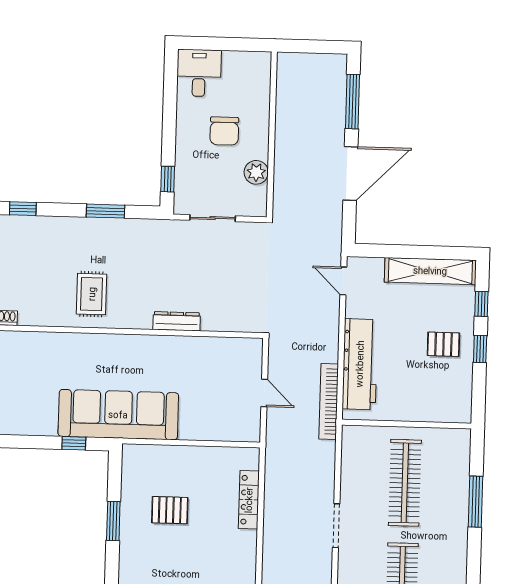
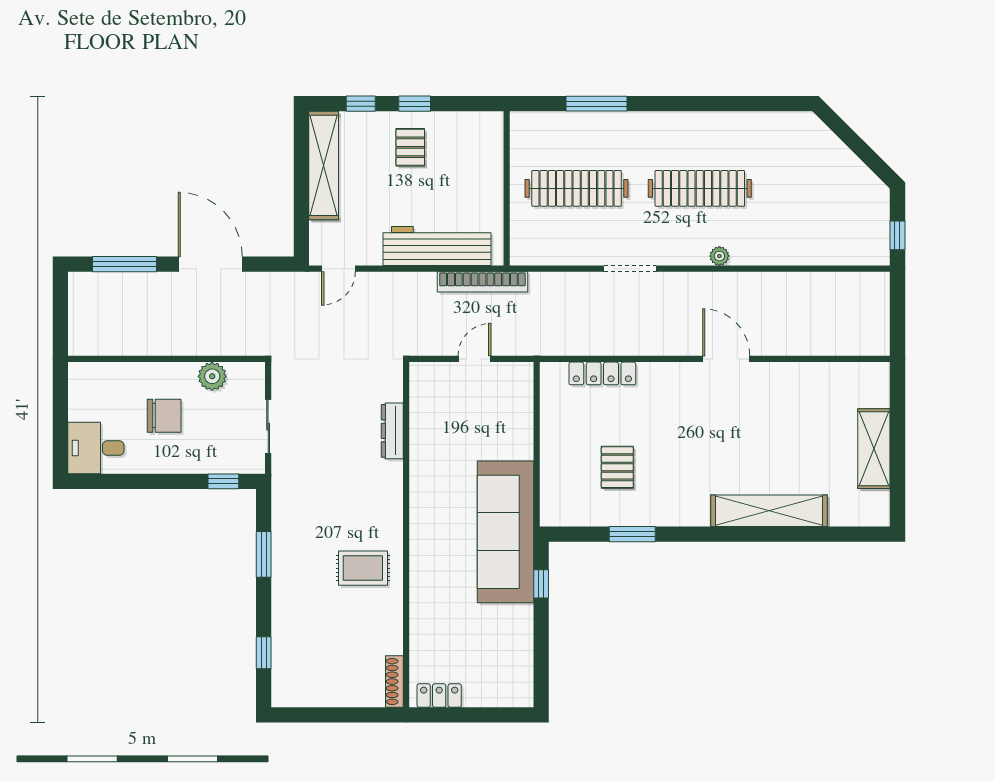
dresser: (177, 321) -> (392, 431), moved

